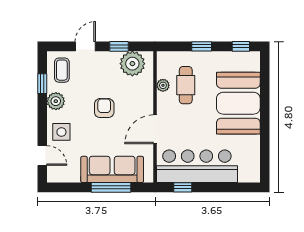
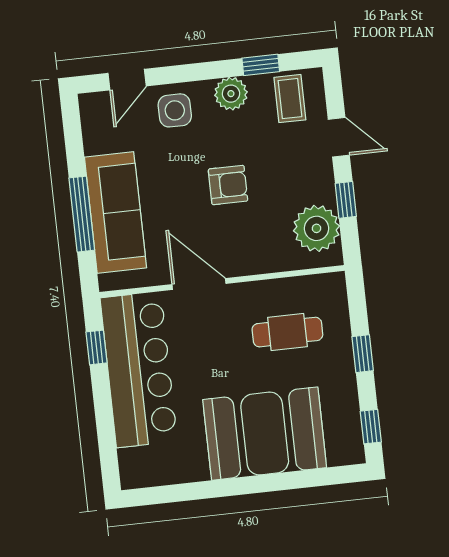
coffee table: (62, 70) -> (290, 99), turned 90
plant: (163, 85) -> (282, 290), removed

